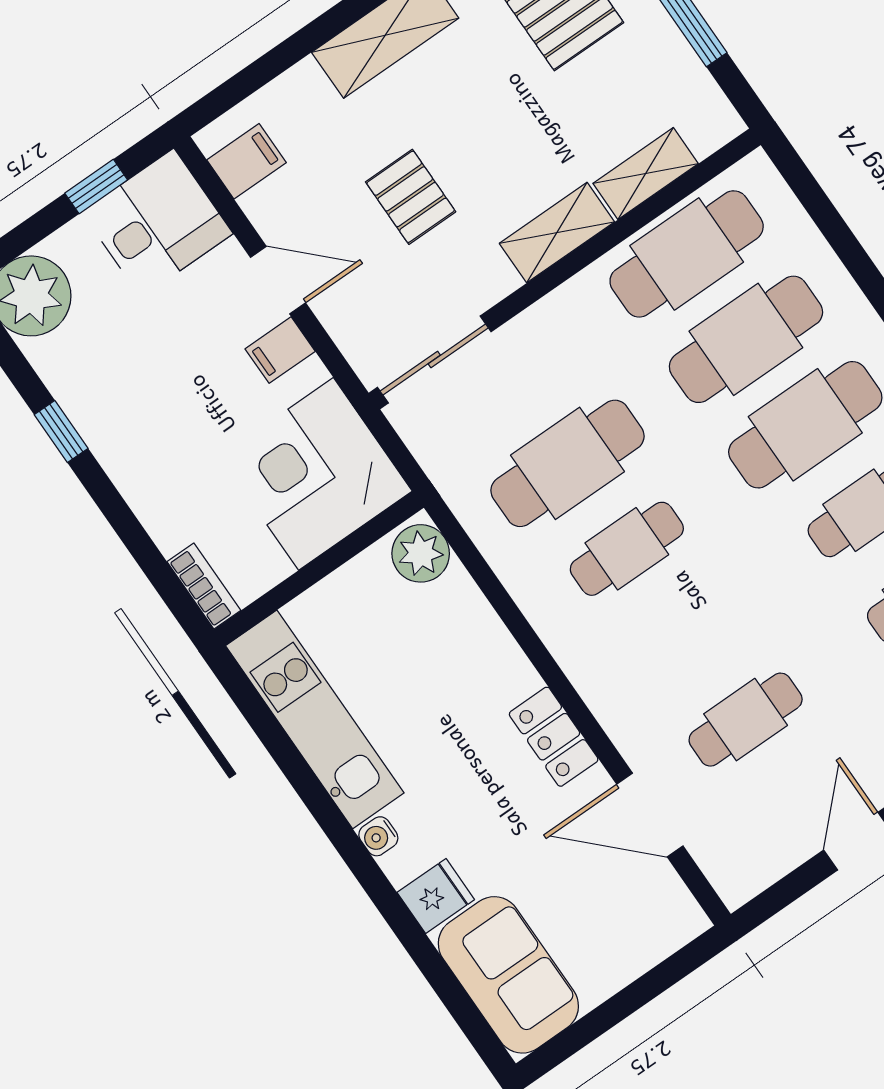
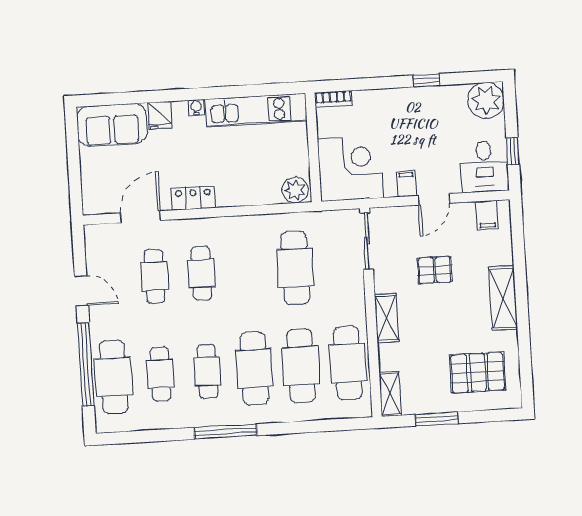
shelving: (646, 173) -> (390, 394), moved
cafe table: (627, 549) -> (202, 273), moved

